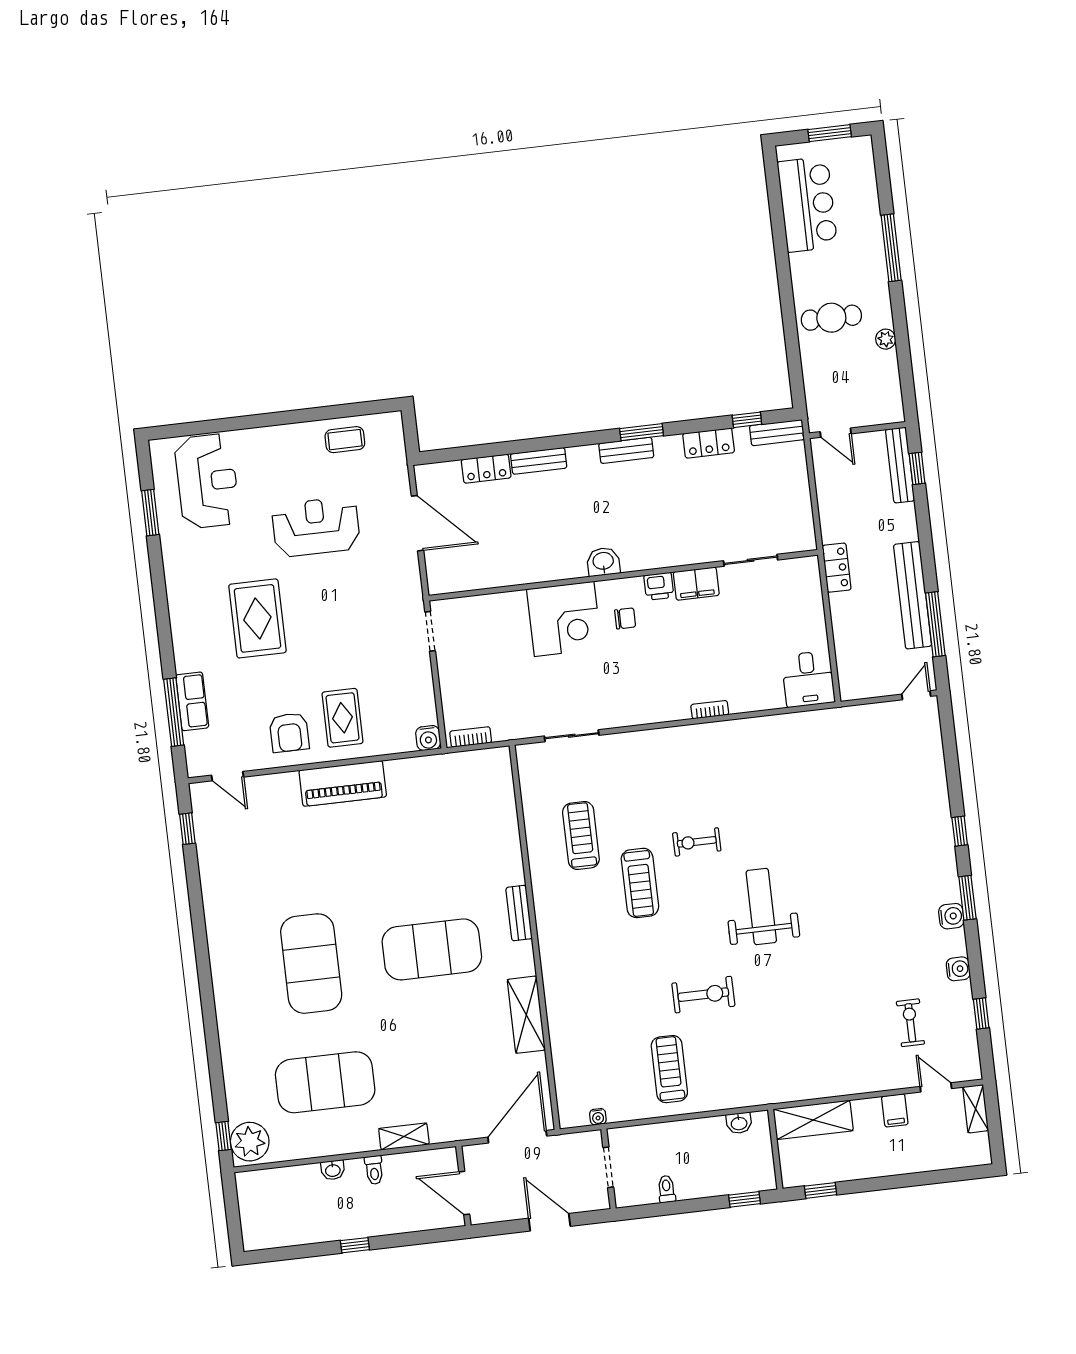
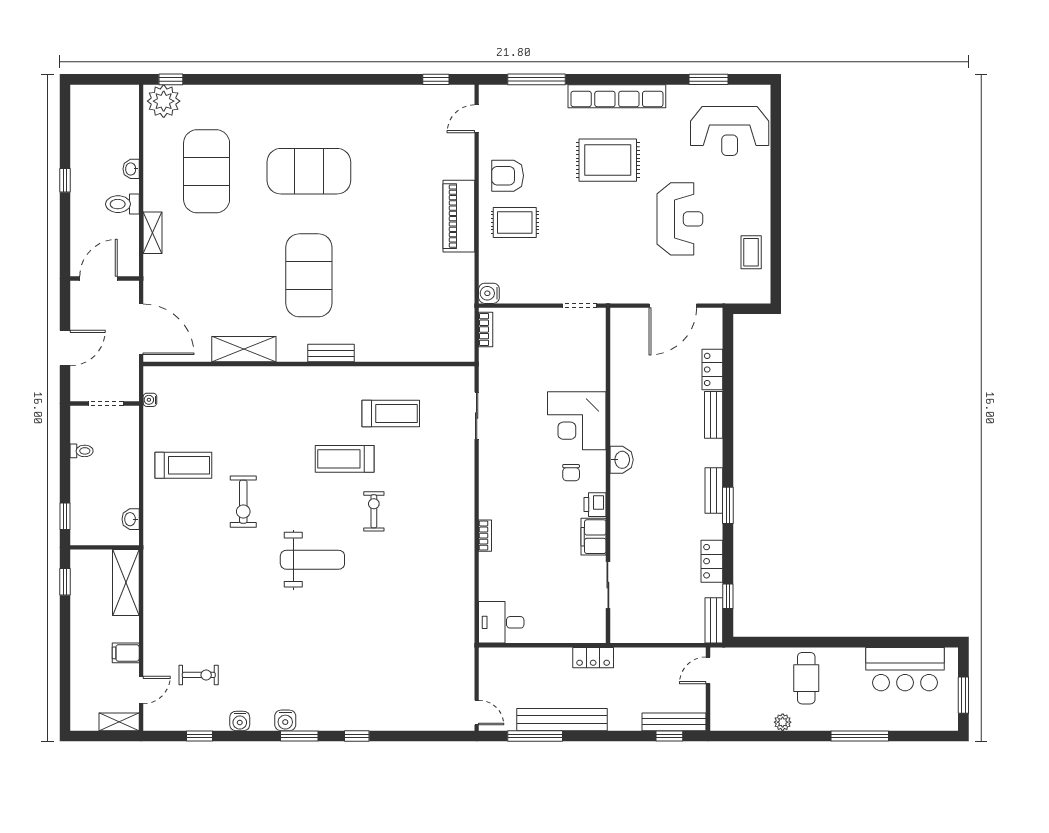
row of seats: (192, 701) -> (617, 96), moved, width x2.02
toilet: (374, 1170) -> (122, 204), width x1.37, depth x1.39

